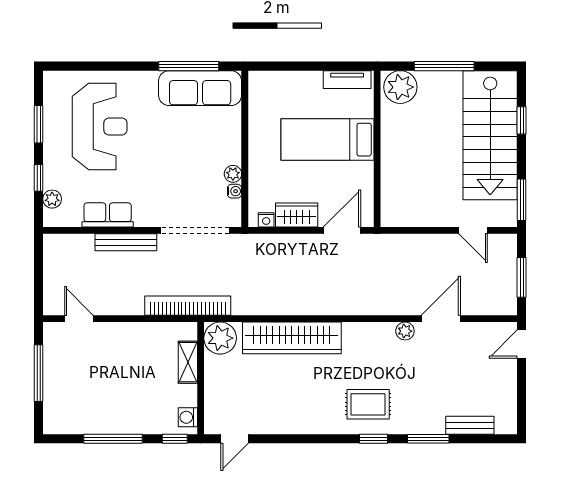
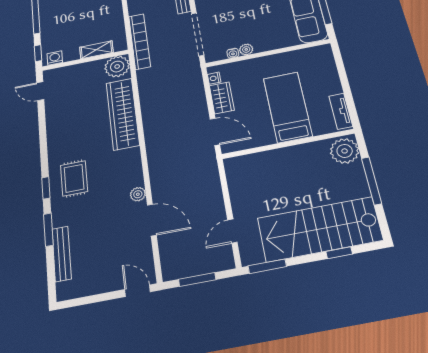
bench: (470, 425) -> (62, 254), width x1.36

